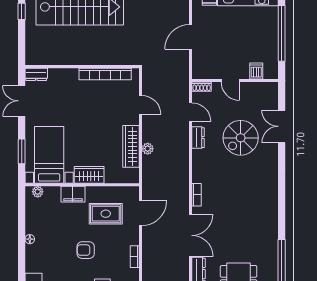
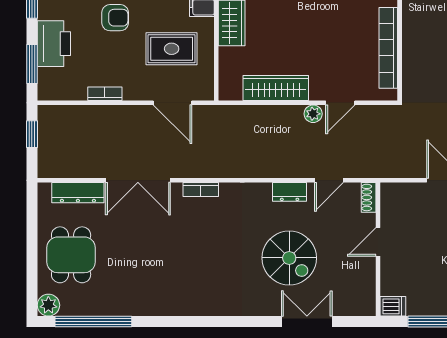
dishwasher: (256, 71) -> (393, 306), moved
spiral stairs: (241, 138) -> (289, 258), turned 180
plant: (148, 149) -> (313, 114), moved
rug: (106, 214) -> (172, 49), turned 90
armchair: (86, 250) -> (115, 18), turned 90

